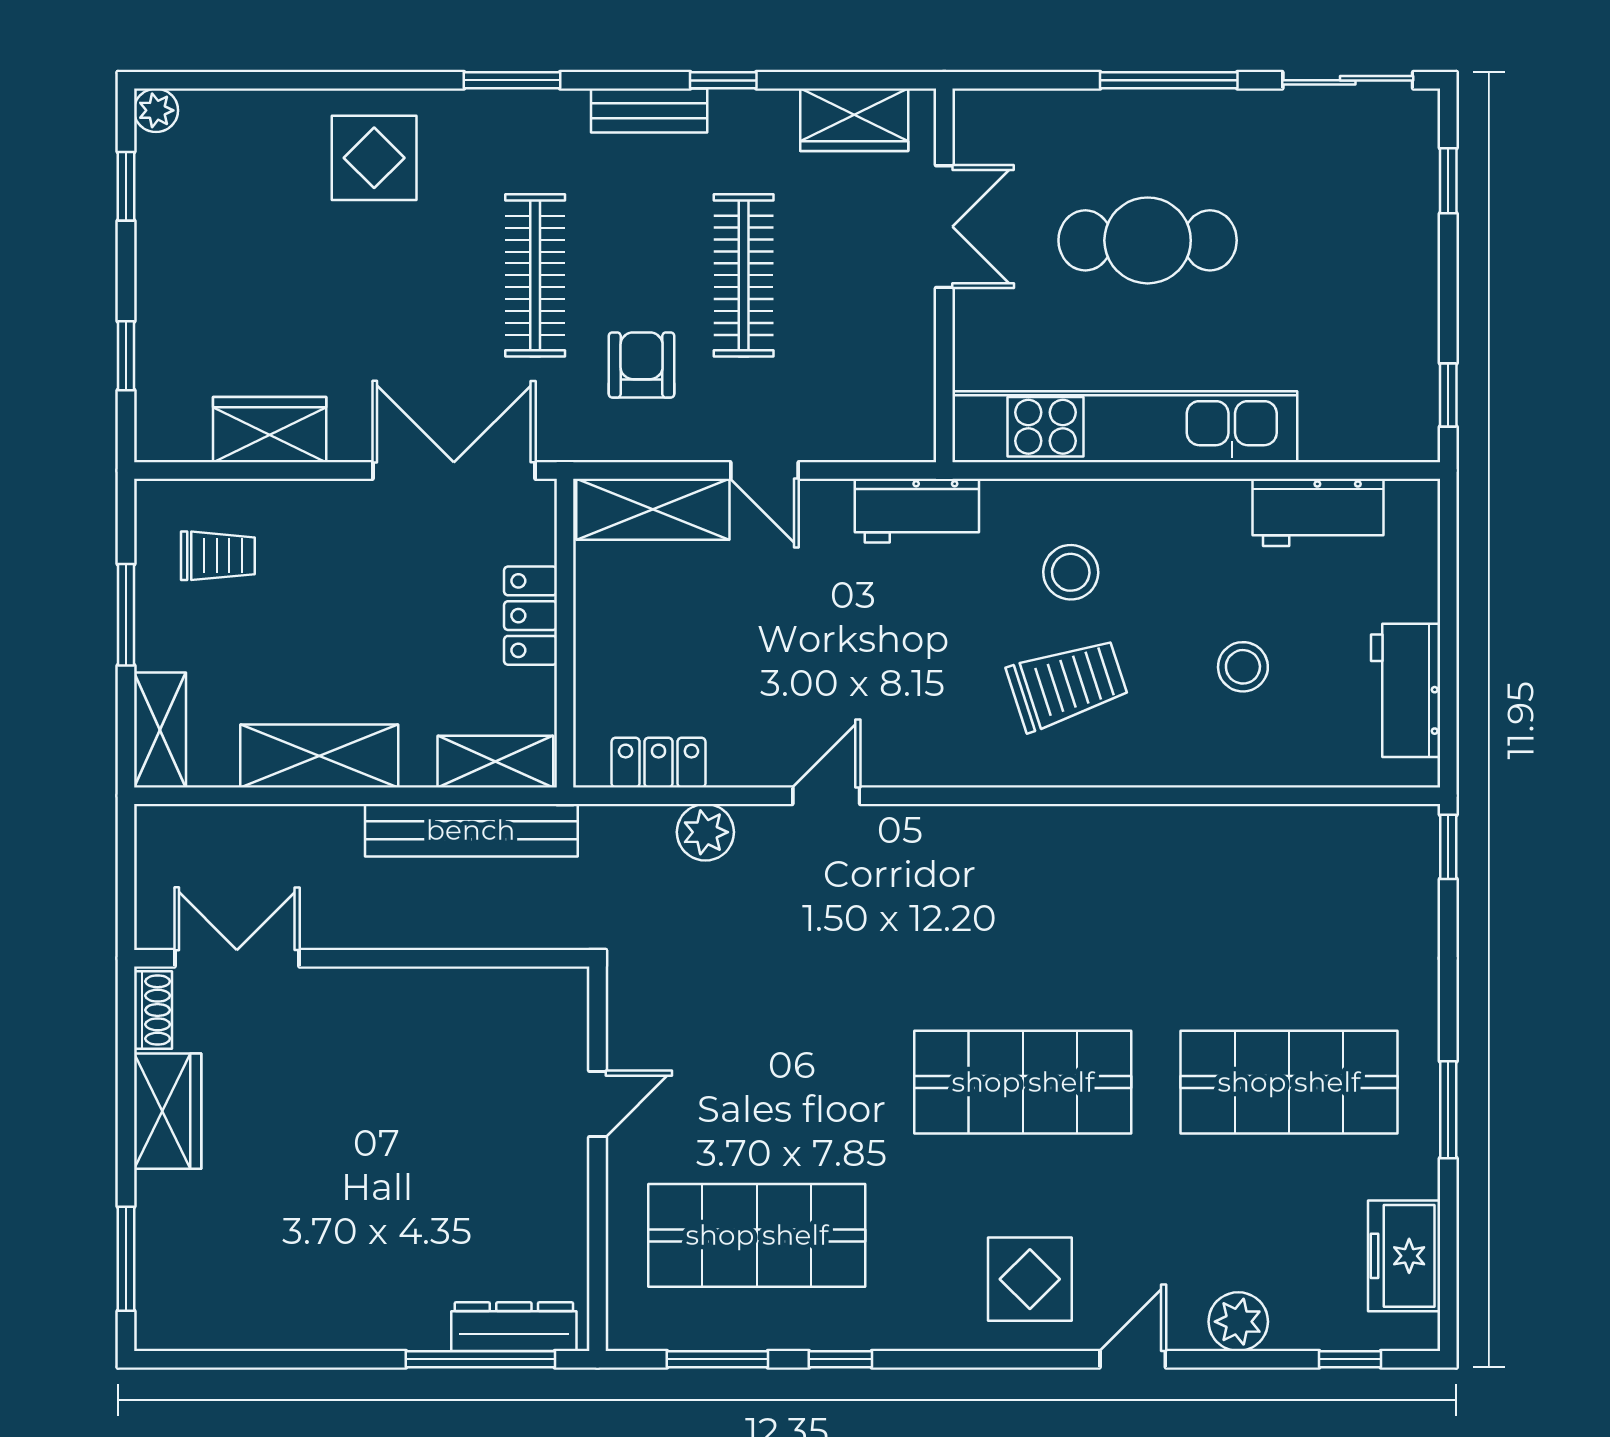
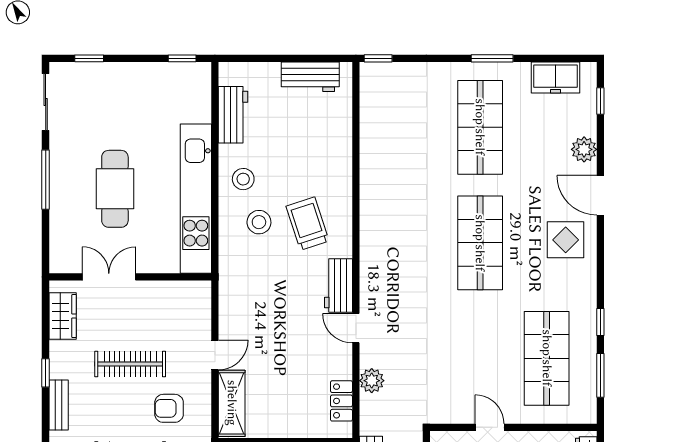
workbench: (917, 511) -> (338, 285), moved, turned 180
stool: (1243, 667) -> (243, 179), moved
door: (1133, 1359) -> (600, 195), width x1.38

